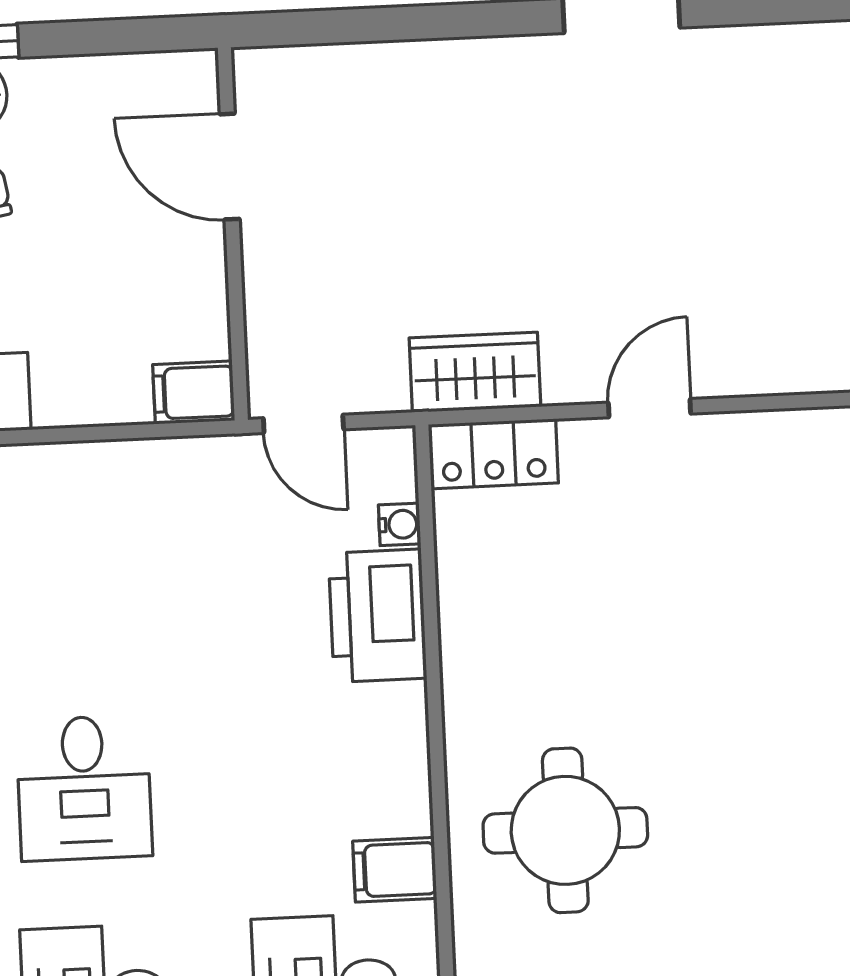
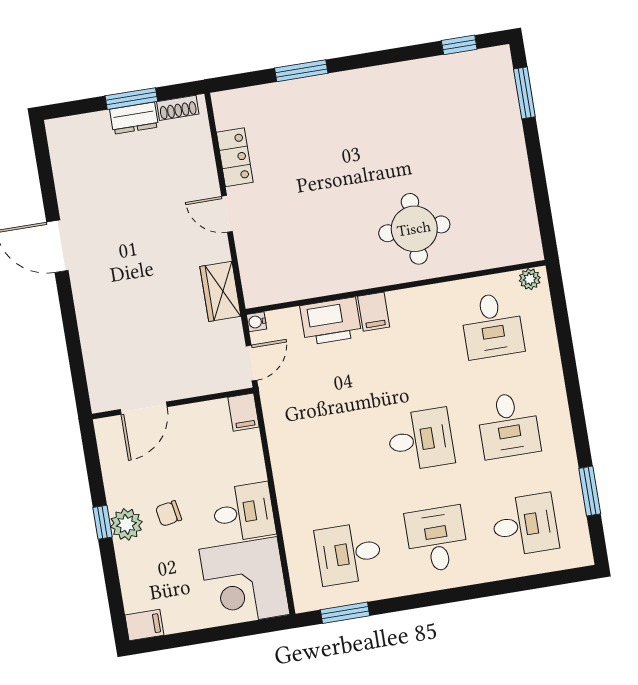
locker: (494, 454) -> (235, 157), moved
water cooler: (400, 524) -> (257, 322), moved, turned -90
filing cabinet: (395, 870) -> (374, 312), moved

